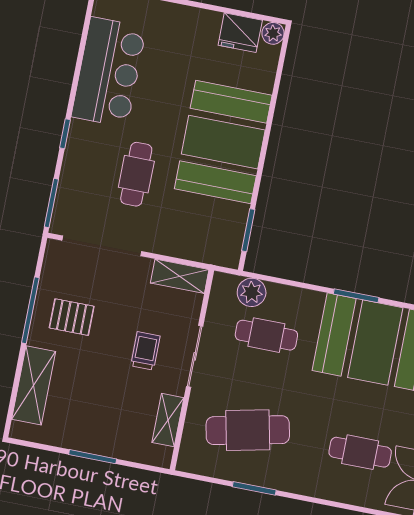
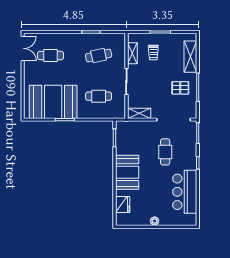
fridge: (240, 33) -> (123, 204), moved, turned 90
plant: (273, 33) -> (155, 221), moved
booth: (223, 142) -> (127, 172), width x0.73, depth x0.70
plant: (252, 292) -> (108, 113), removed
trolley: (145, 351) -> (153, 53), moved
cafe table: (248, 430) -> (99, 55), width x0.73, depth x0.74

